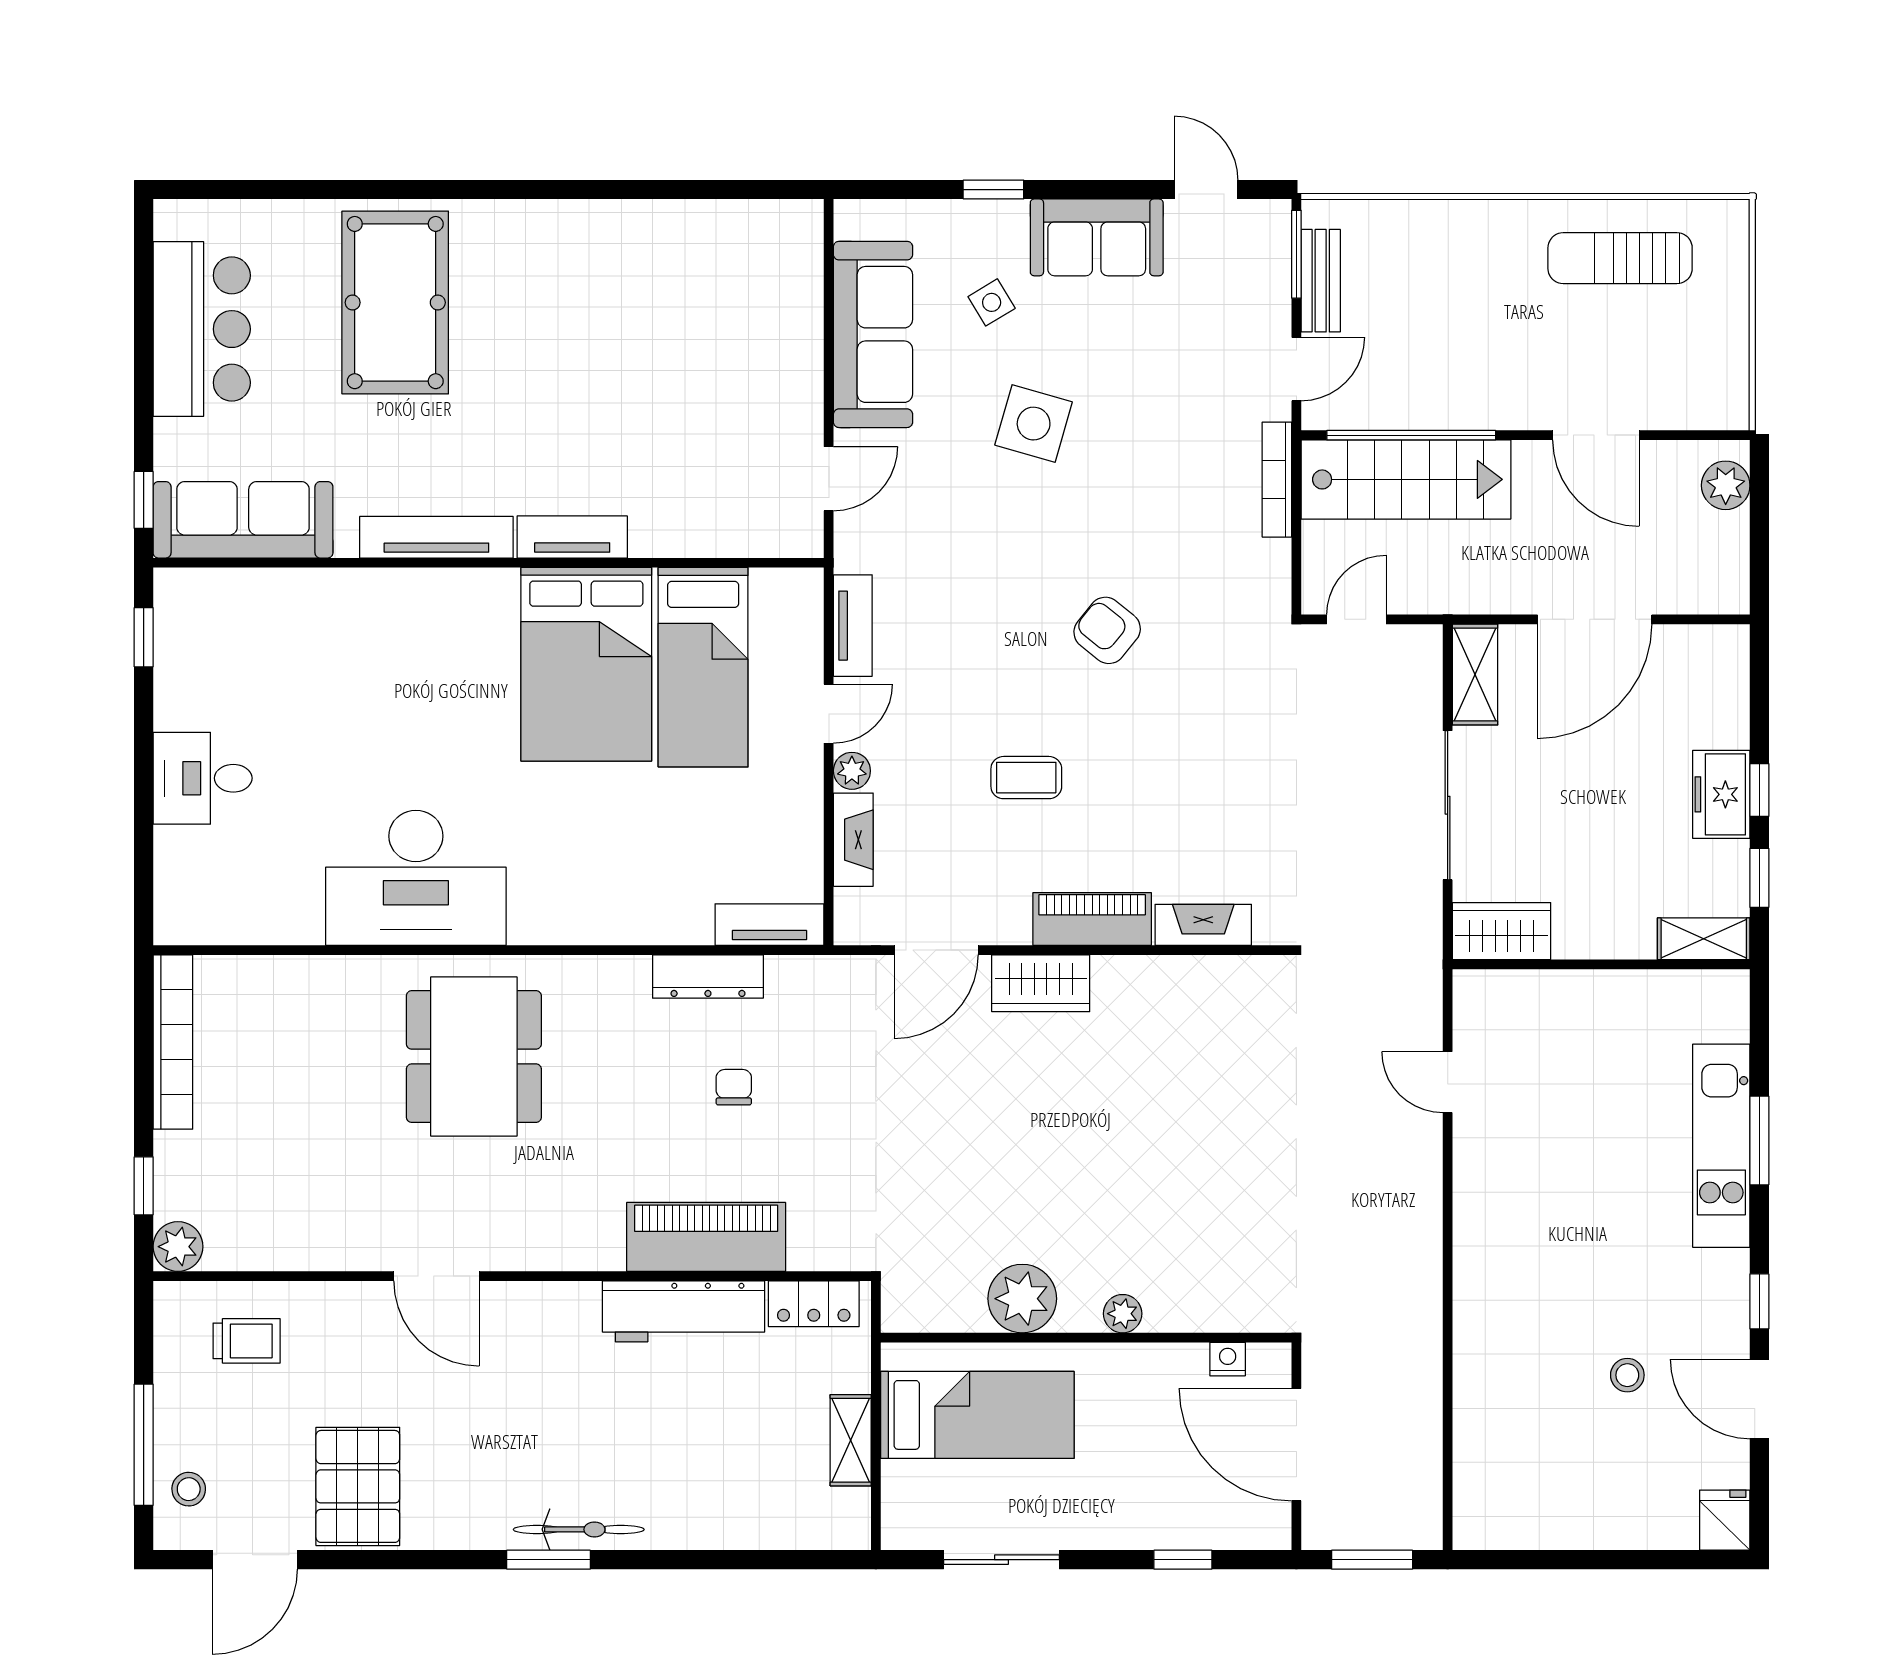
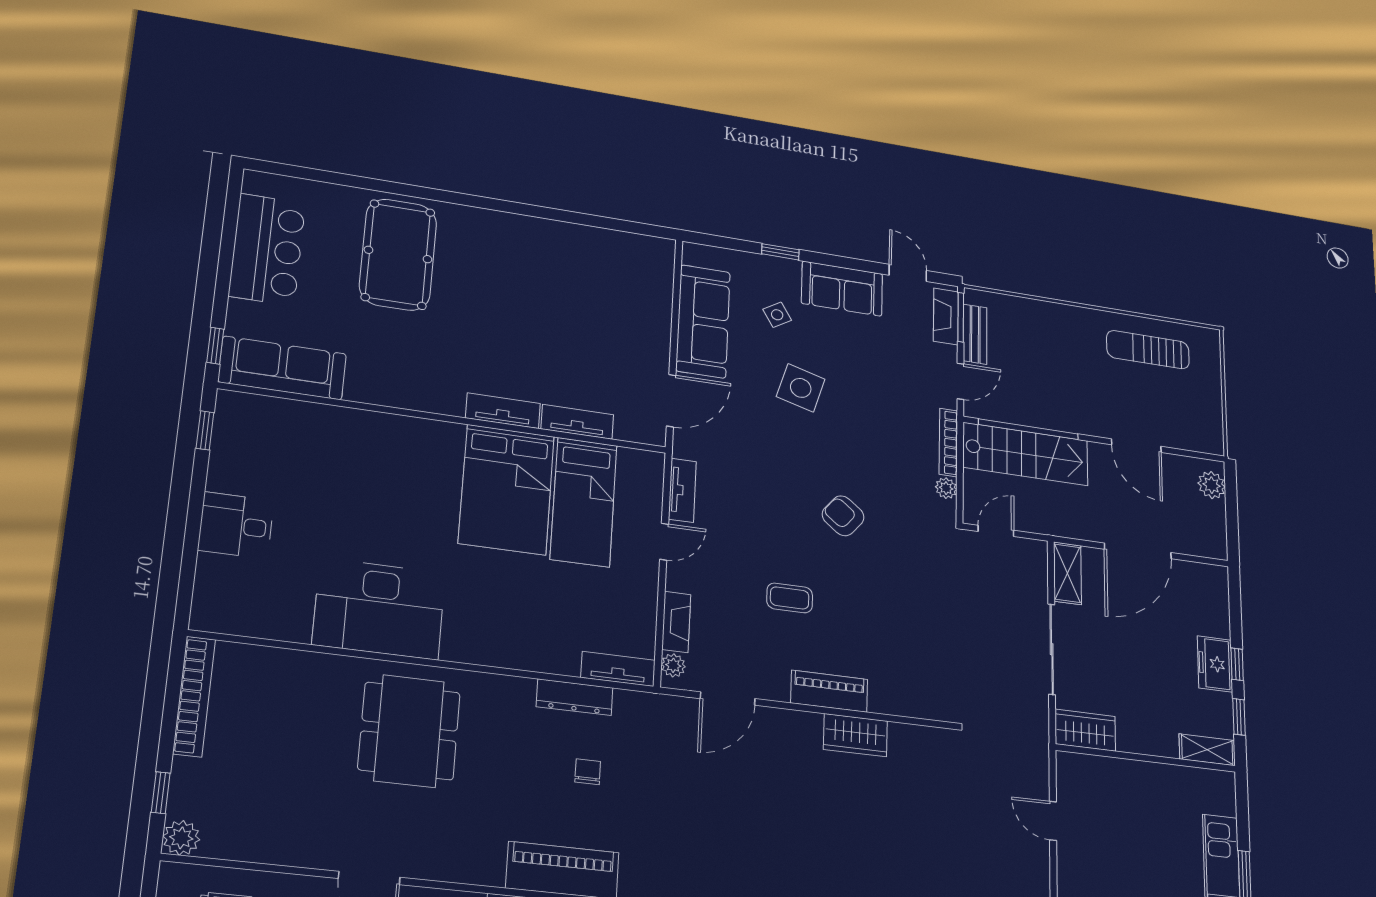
door: (829, 479) -> (671, 401), width x1.38
tv unit: (436, 537) -> (577, 422), moved, width x0.71
plant: (1274, 559) -> (946, 488), added
plant: (852, 771) -> (673, 665), moved
fireplace: (1203, 925) -> (946, 316), moved, turned -90
wardrobe: (1041, 983) -> (855, 735), moved

